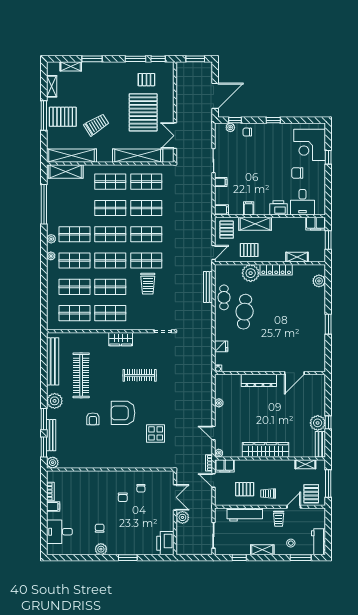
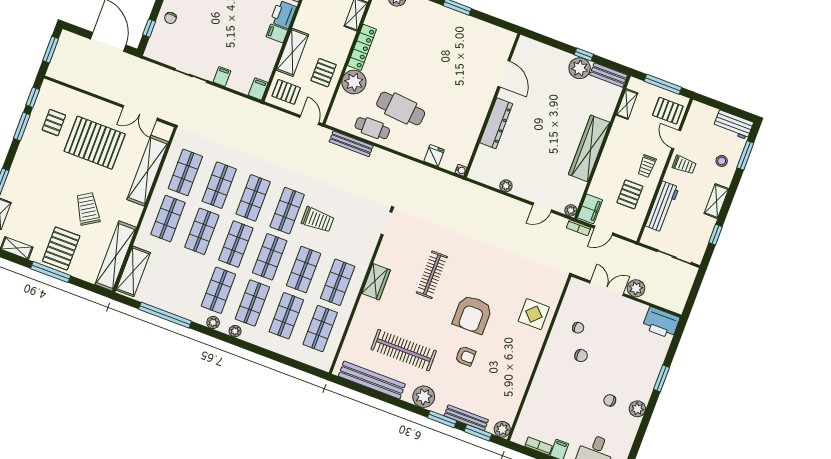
plant: (230, 127) -> (156, 38), removed
filing cabinet: (249, 208) -> (277, 33), moved
display table: (156, 433) -> (534, 314), moved

